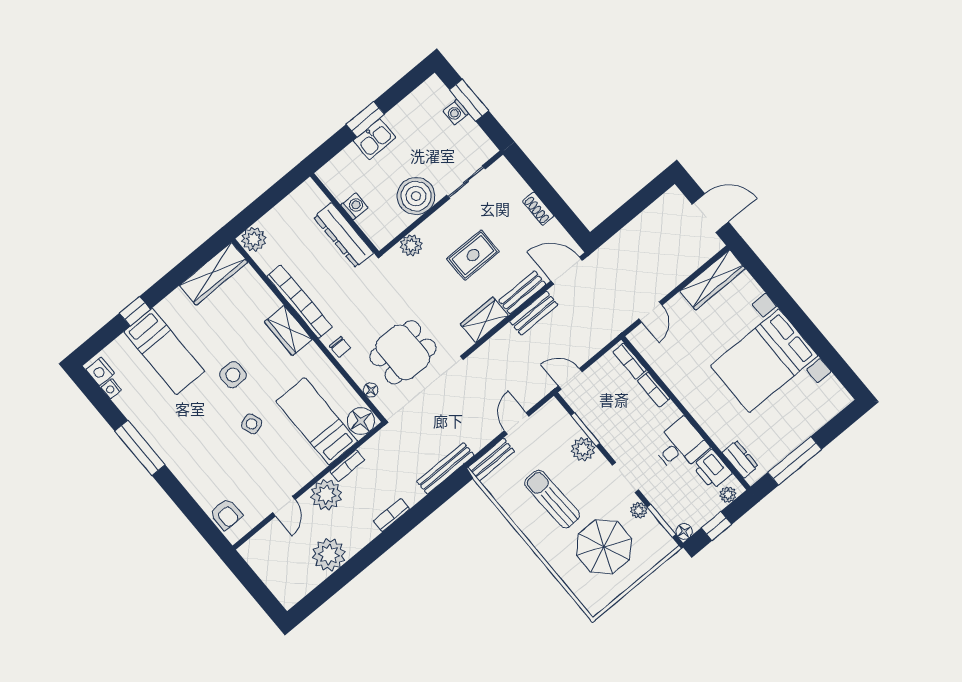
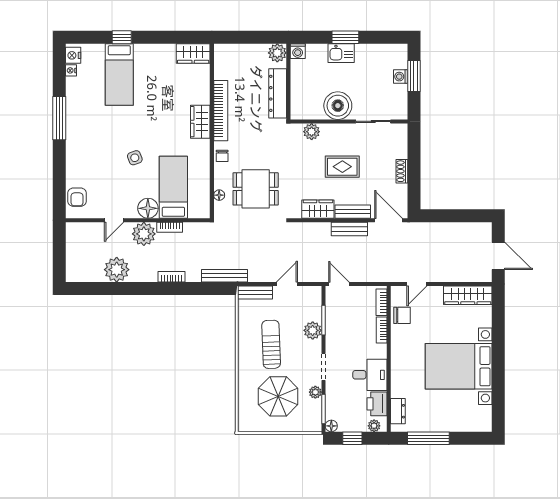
washing machine: (354, 206) -> (298, 51), moved, turned 90
plant: (254, 239) -> (277, 53), moved
wardrobe: (214, 274) -> (193, 54), width x0.67
chair: (662, 357) -> (402, 315), added
side table: (233, 375) -> (148, 121), removed
floor lamp: (361, 421) -> (148, 208), moved

